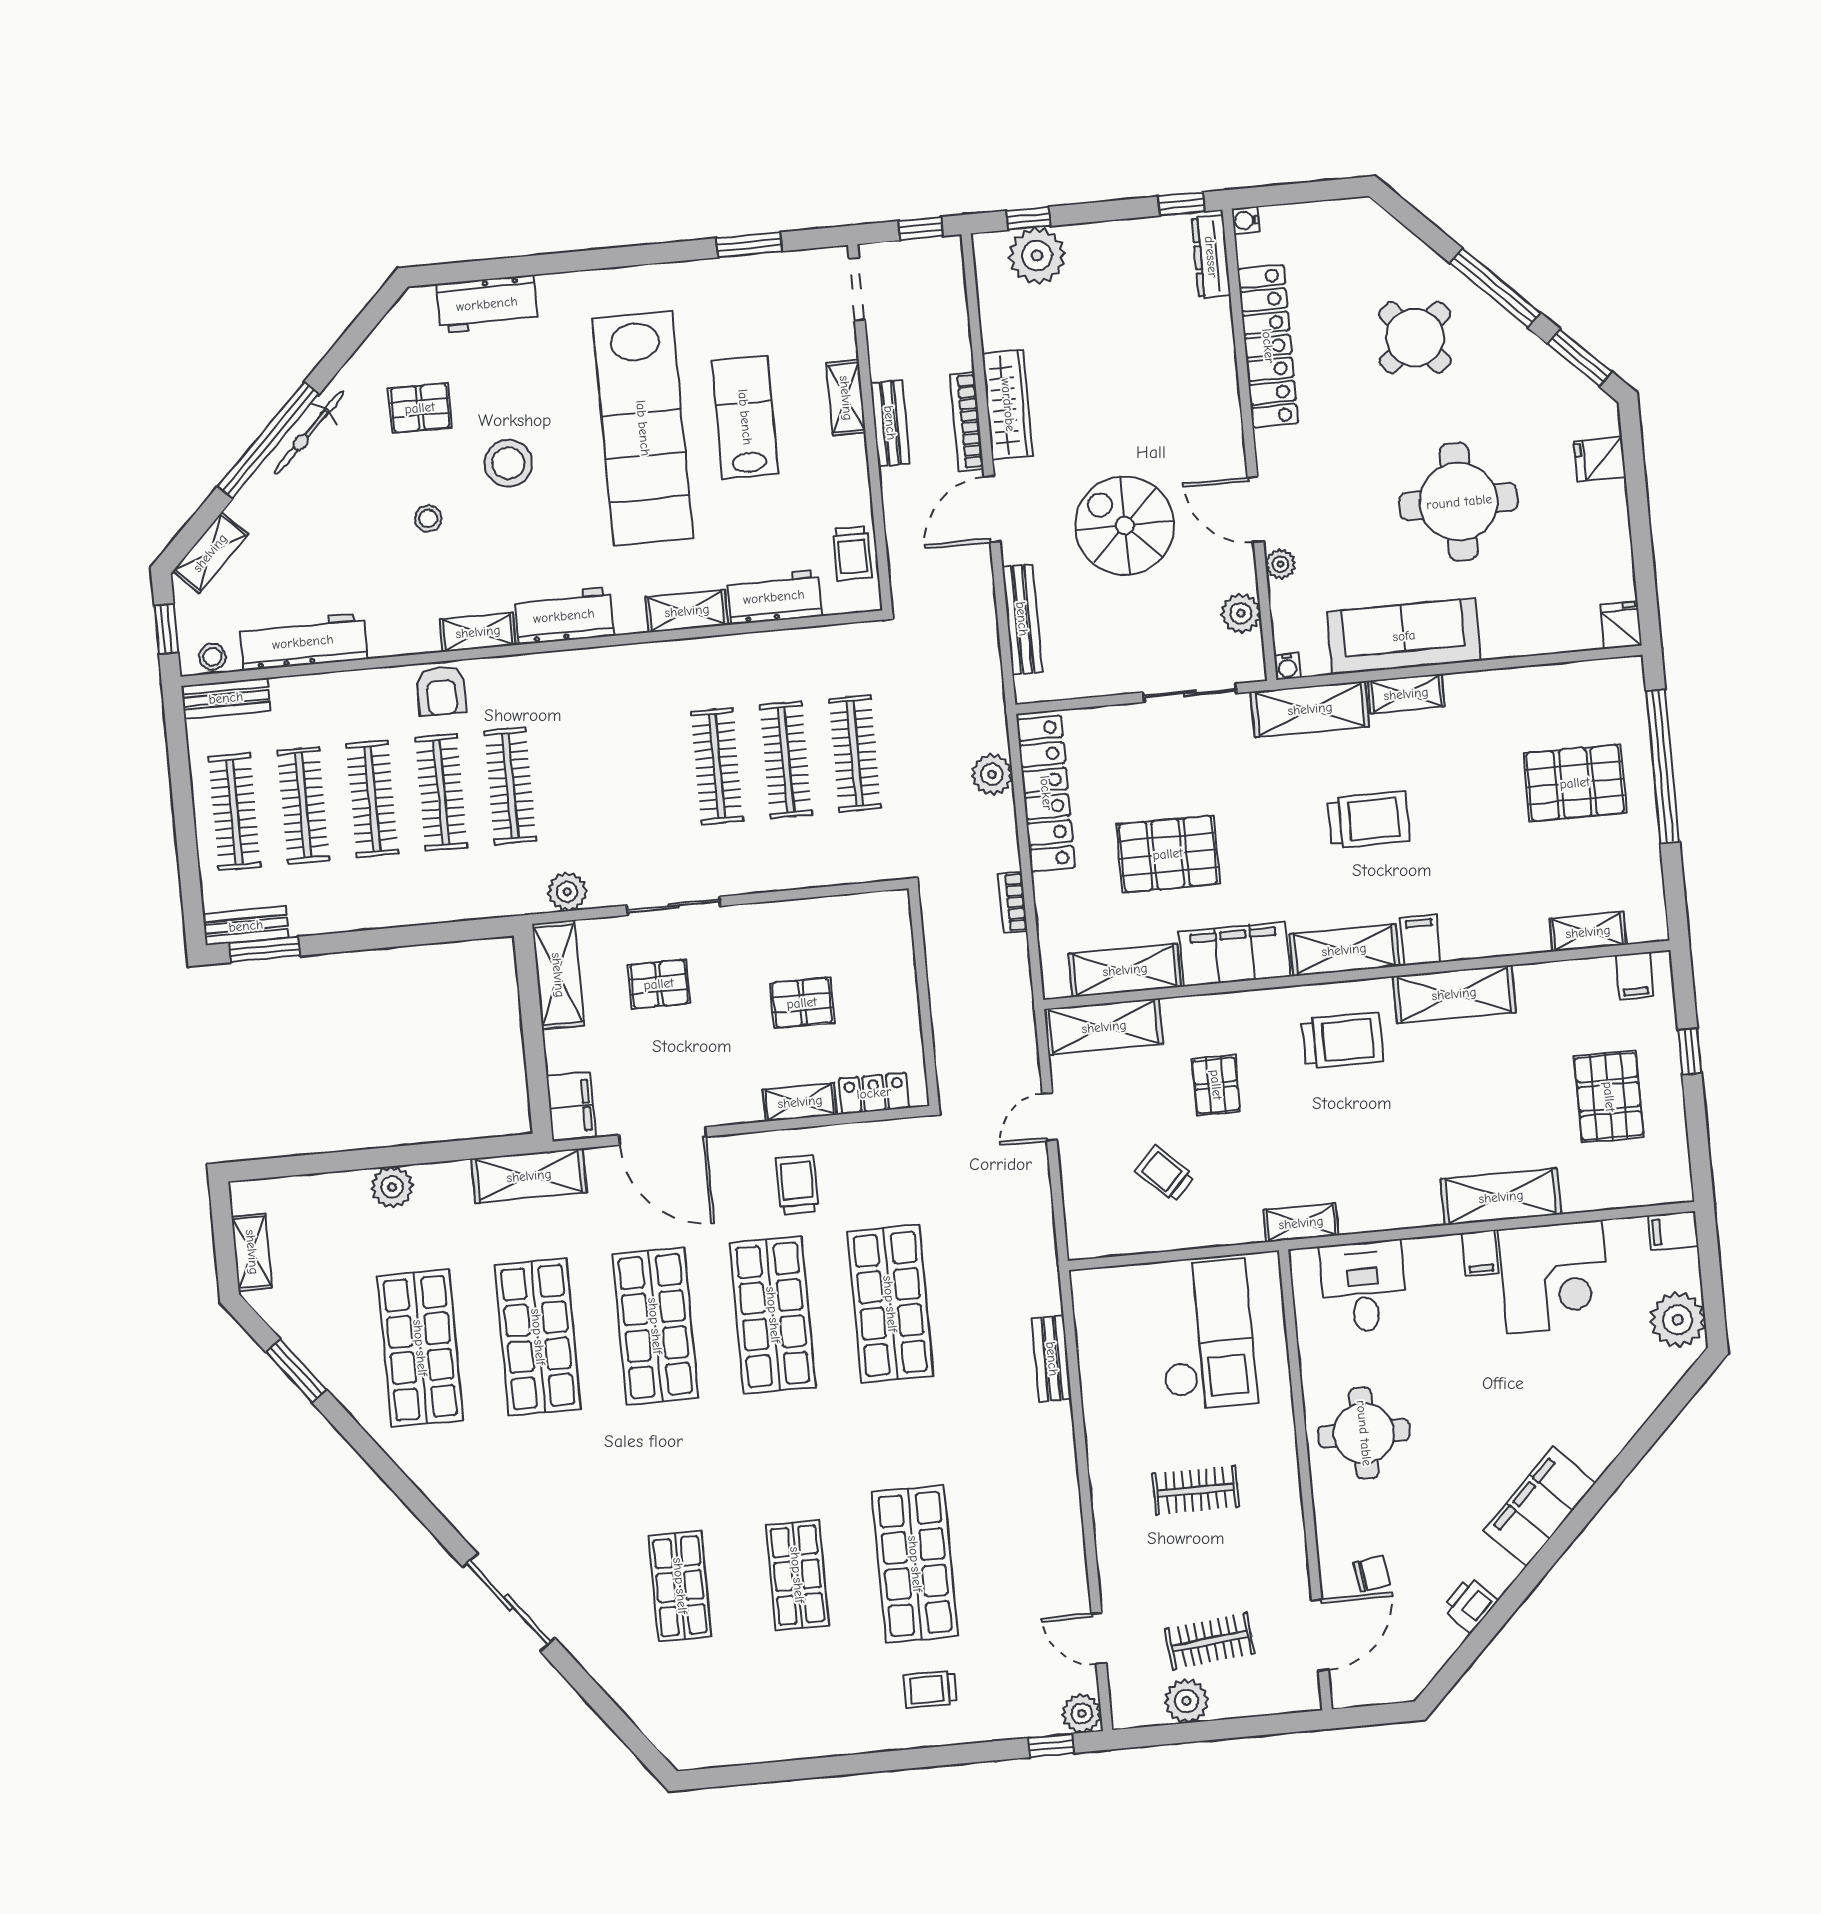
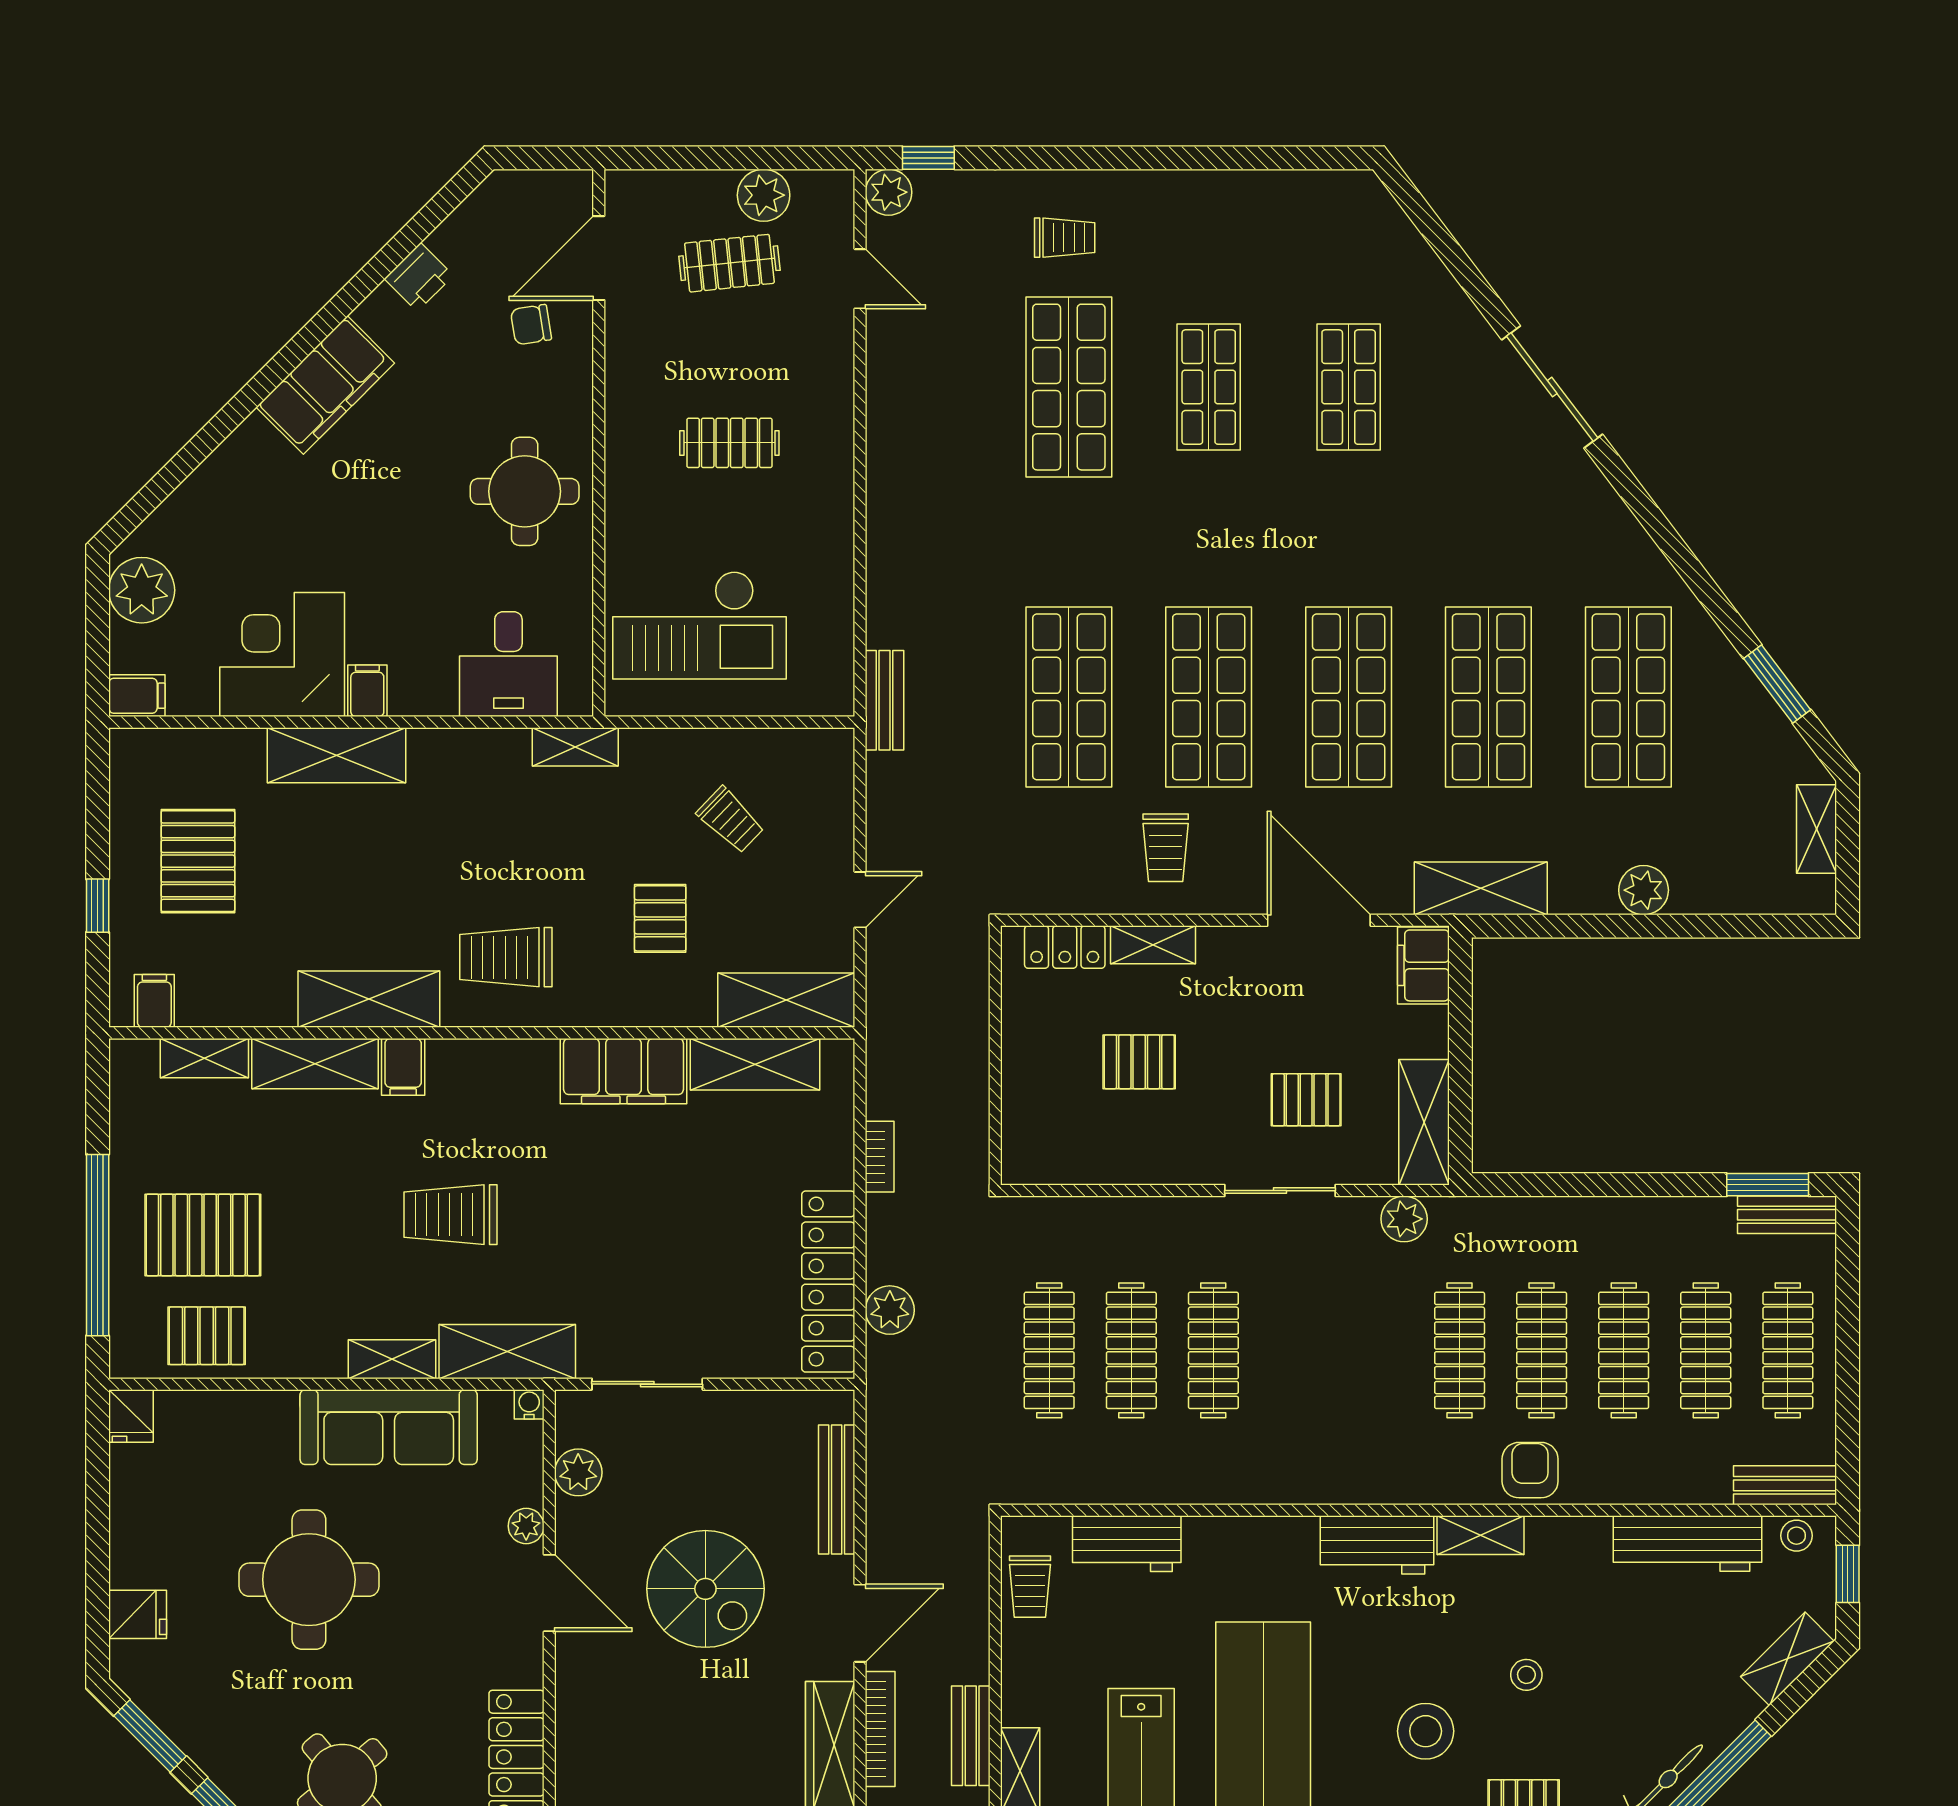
trolley: (852, 553) -> (1030, 1587), turned 180
shelving: (687, 611) -> (1232, 1537), removed
pallet: (1168, 854) -> (207, 1336), moved, width x0.67, depth x0.71
shelving: (1344, 950) -> (315, 1064), moved
checkout: (1206, 1335) -> (700, 625), turned -90
bench: (1052, 1359) -> (884, 700), moved

